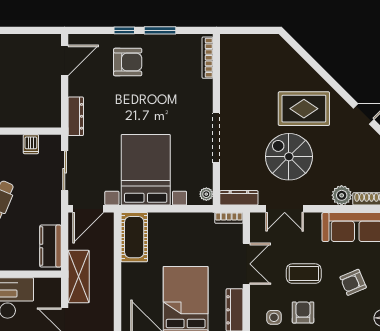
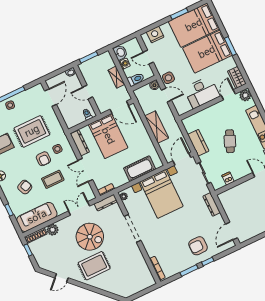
cot: (134, 237) -> (140, 169), moved, turned 90
kitchen counter: (50, 246) -> (198, 143), moved
shelving: (79, 276) -> (157, 127), moved

